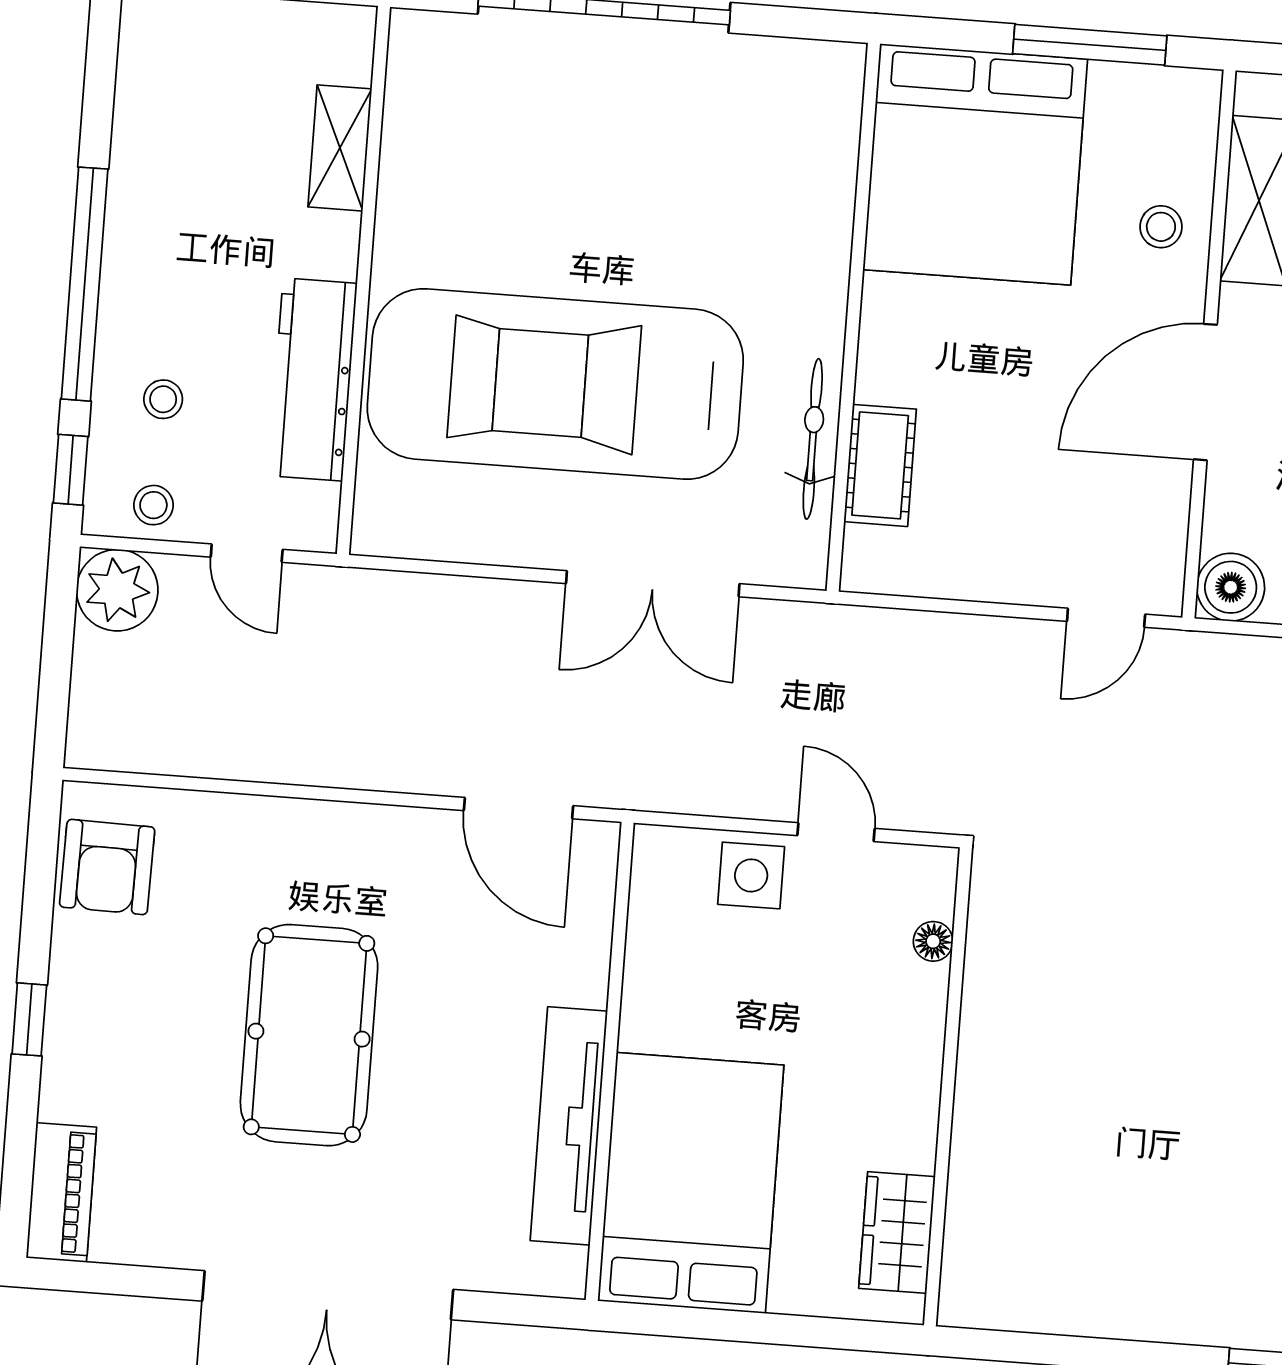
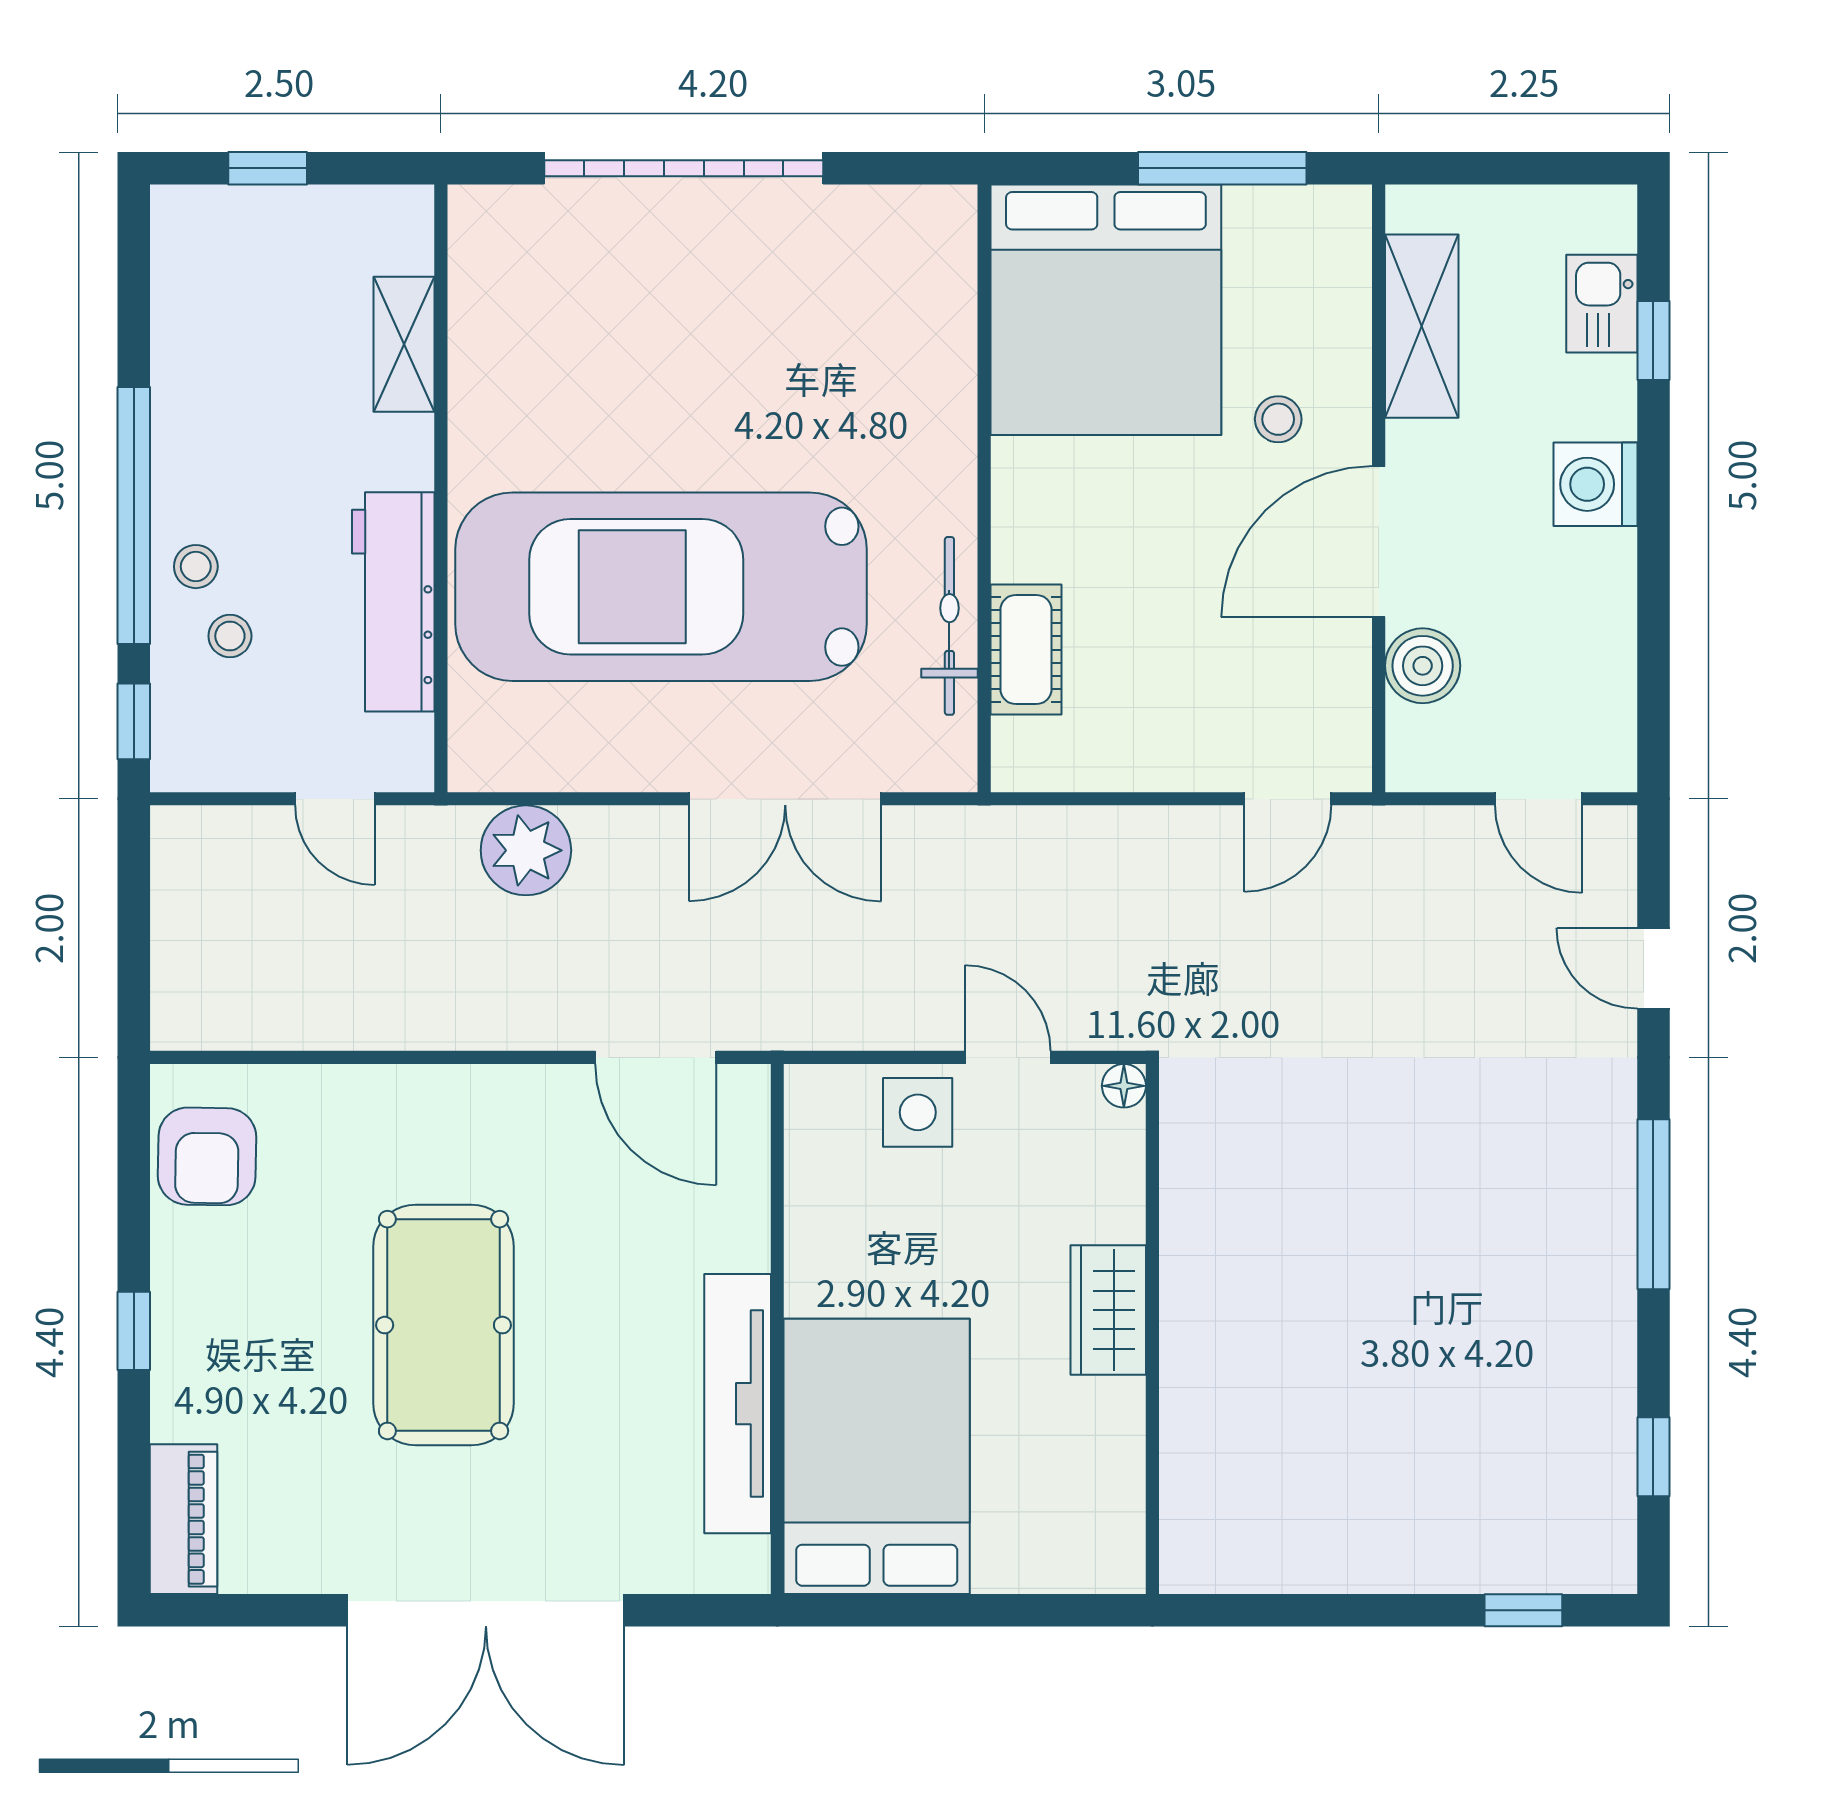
stool: (1161, 227) -> (1278, 419), moved
stool: (153, 505) -> (196, 567), moved
boiler: (1231, 587) -> (1423, 666), moved
plant: (117, 590) -> (526, 850), moved
floor lamp: (933, 941) -> (1124, 1086), moved
wardrobe: (897, 1233) -> (1108, 1310), moved

